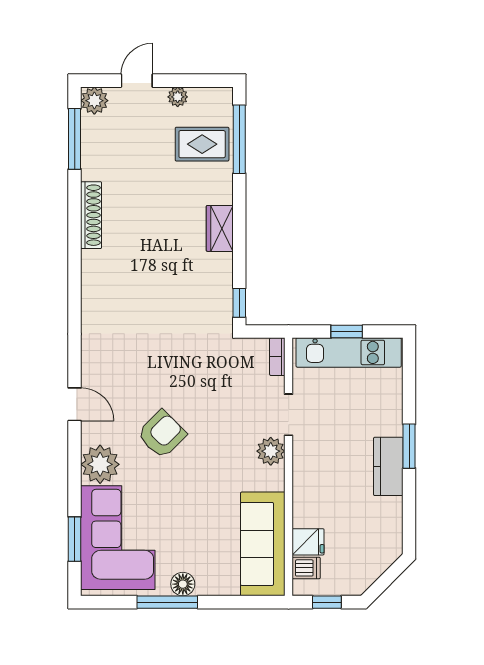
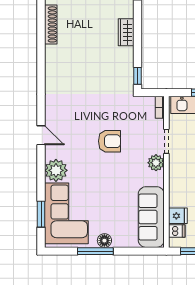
armchair: (162, 434) -> (109, 141), moved, turned 45

